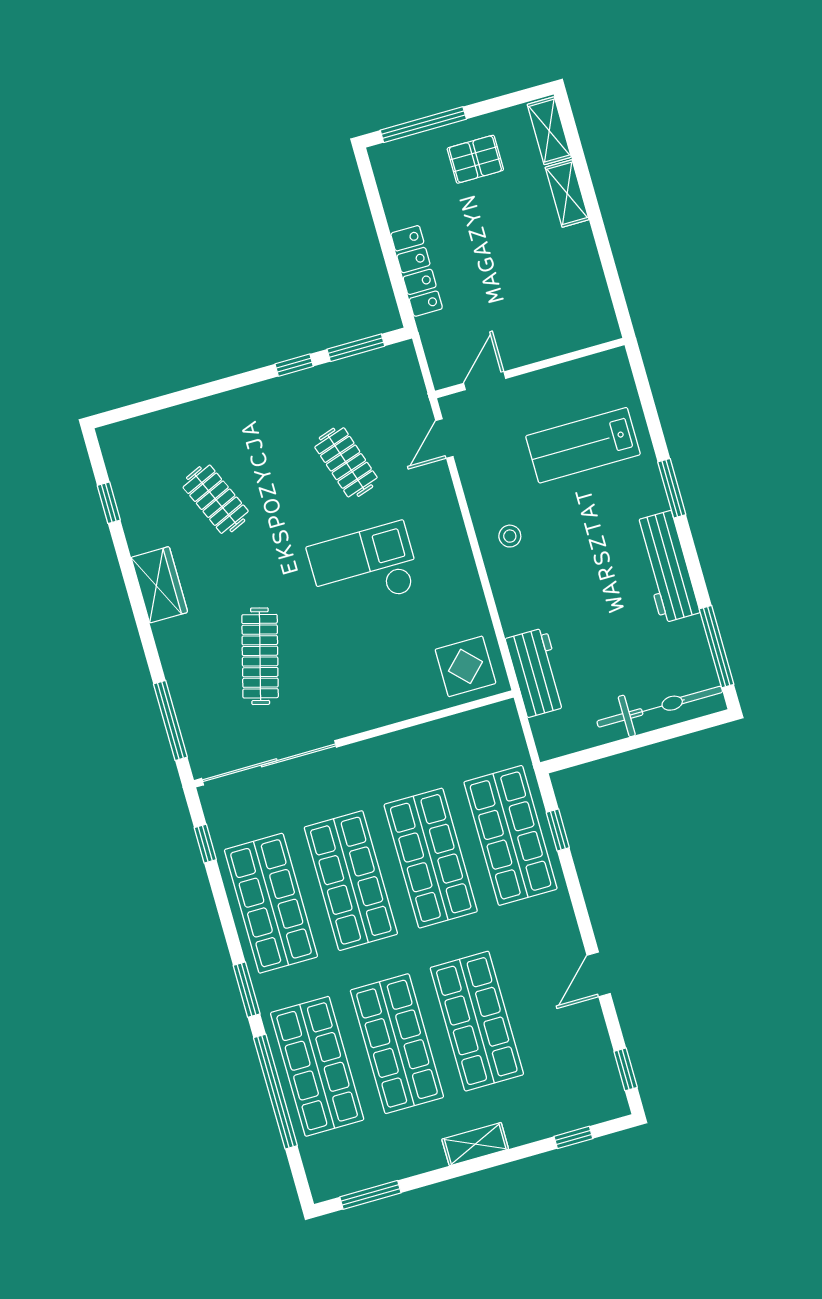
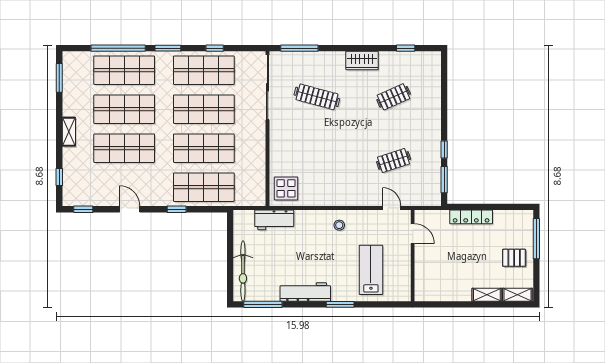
pallet: (475, 159) -> (514, 258), turned 90
checkout: (364, 568) -> (344, 155), removed
window: (558, 830) -> (177, 209), moved
window: (205, 844) -> (215, 48), moved

